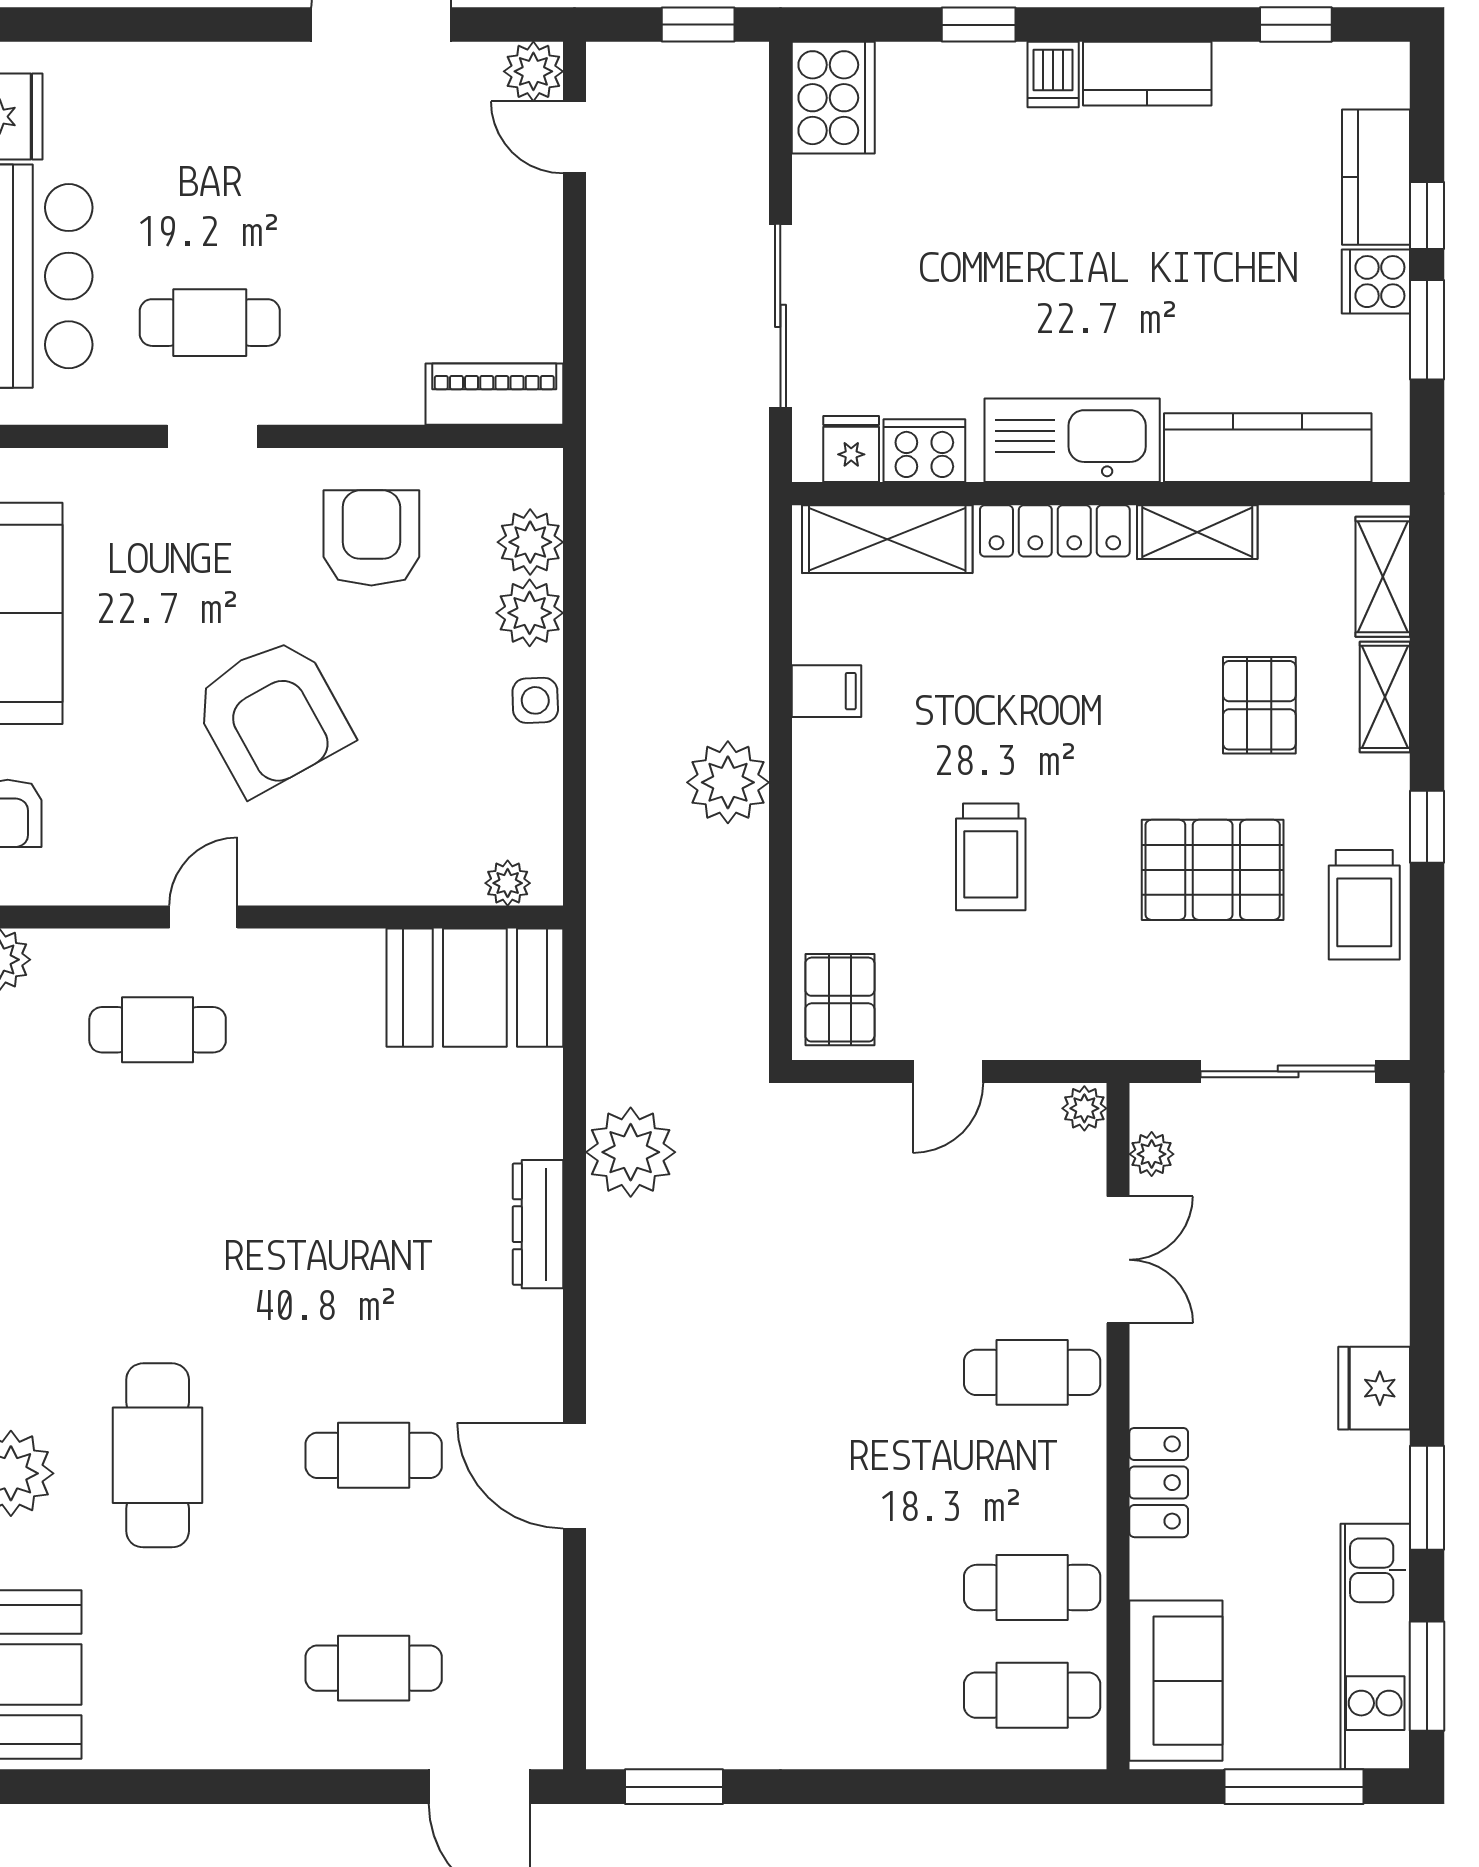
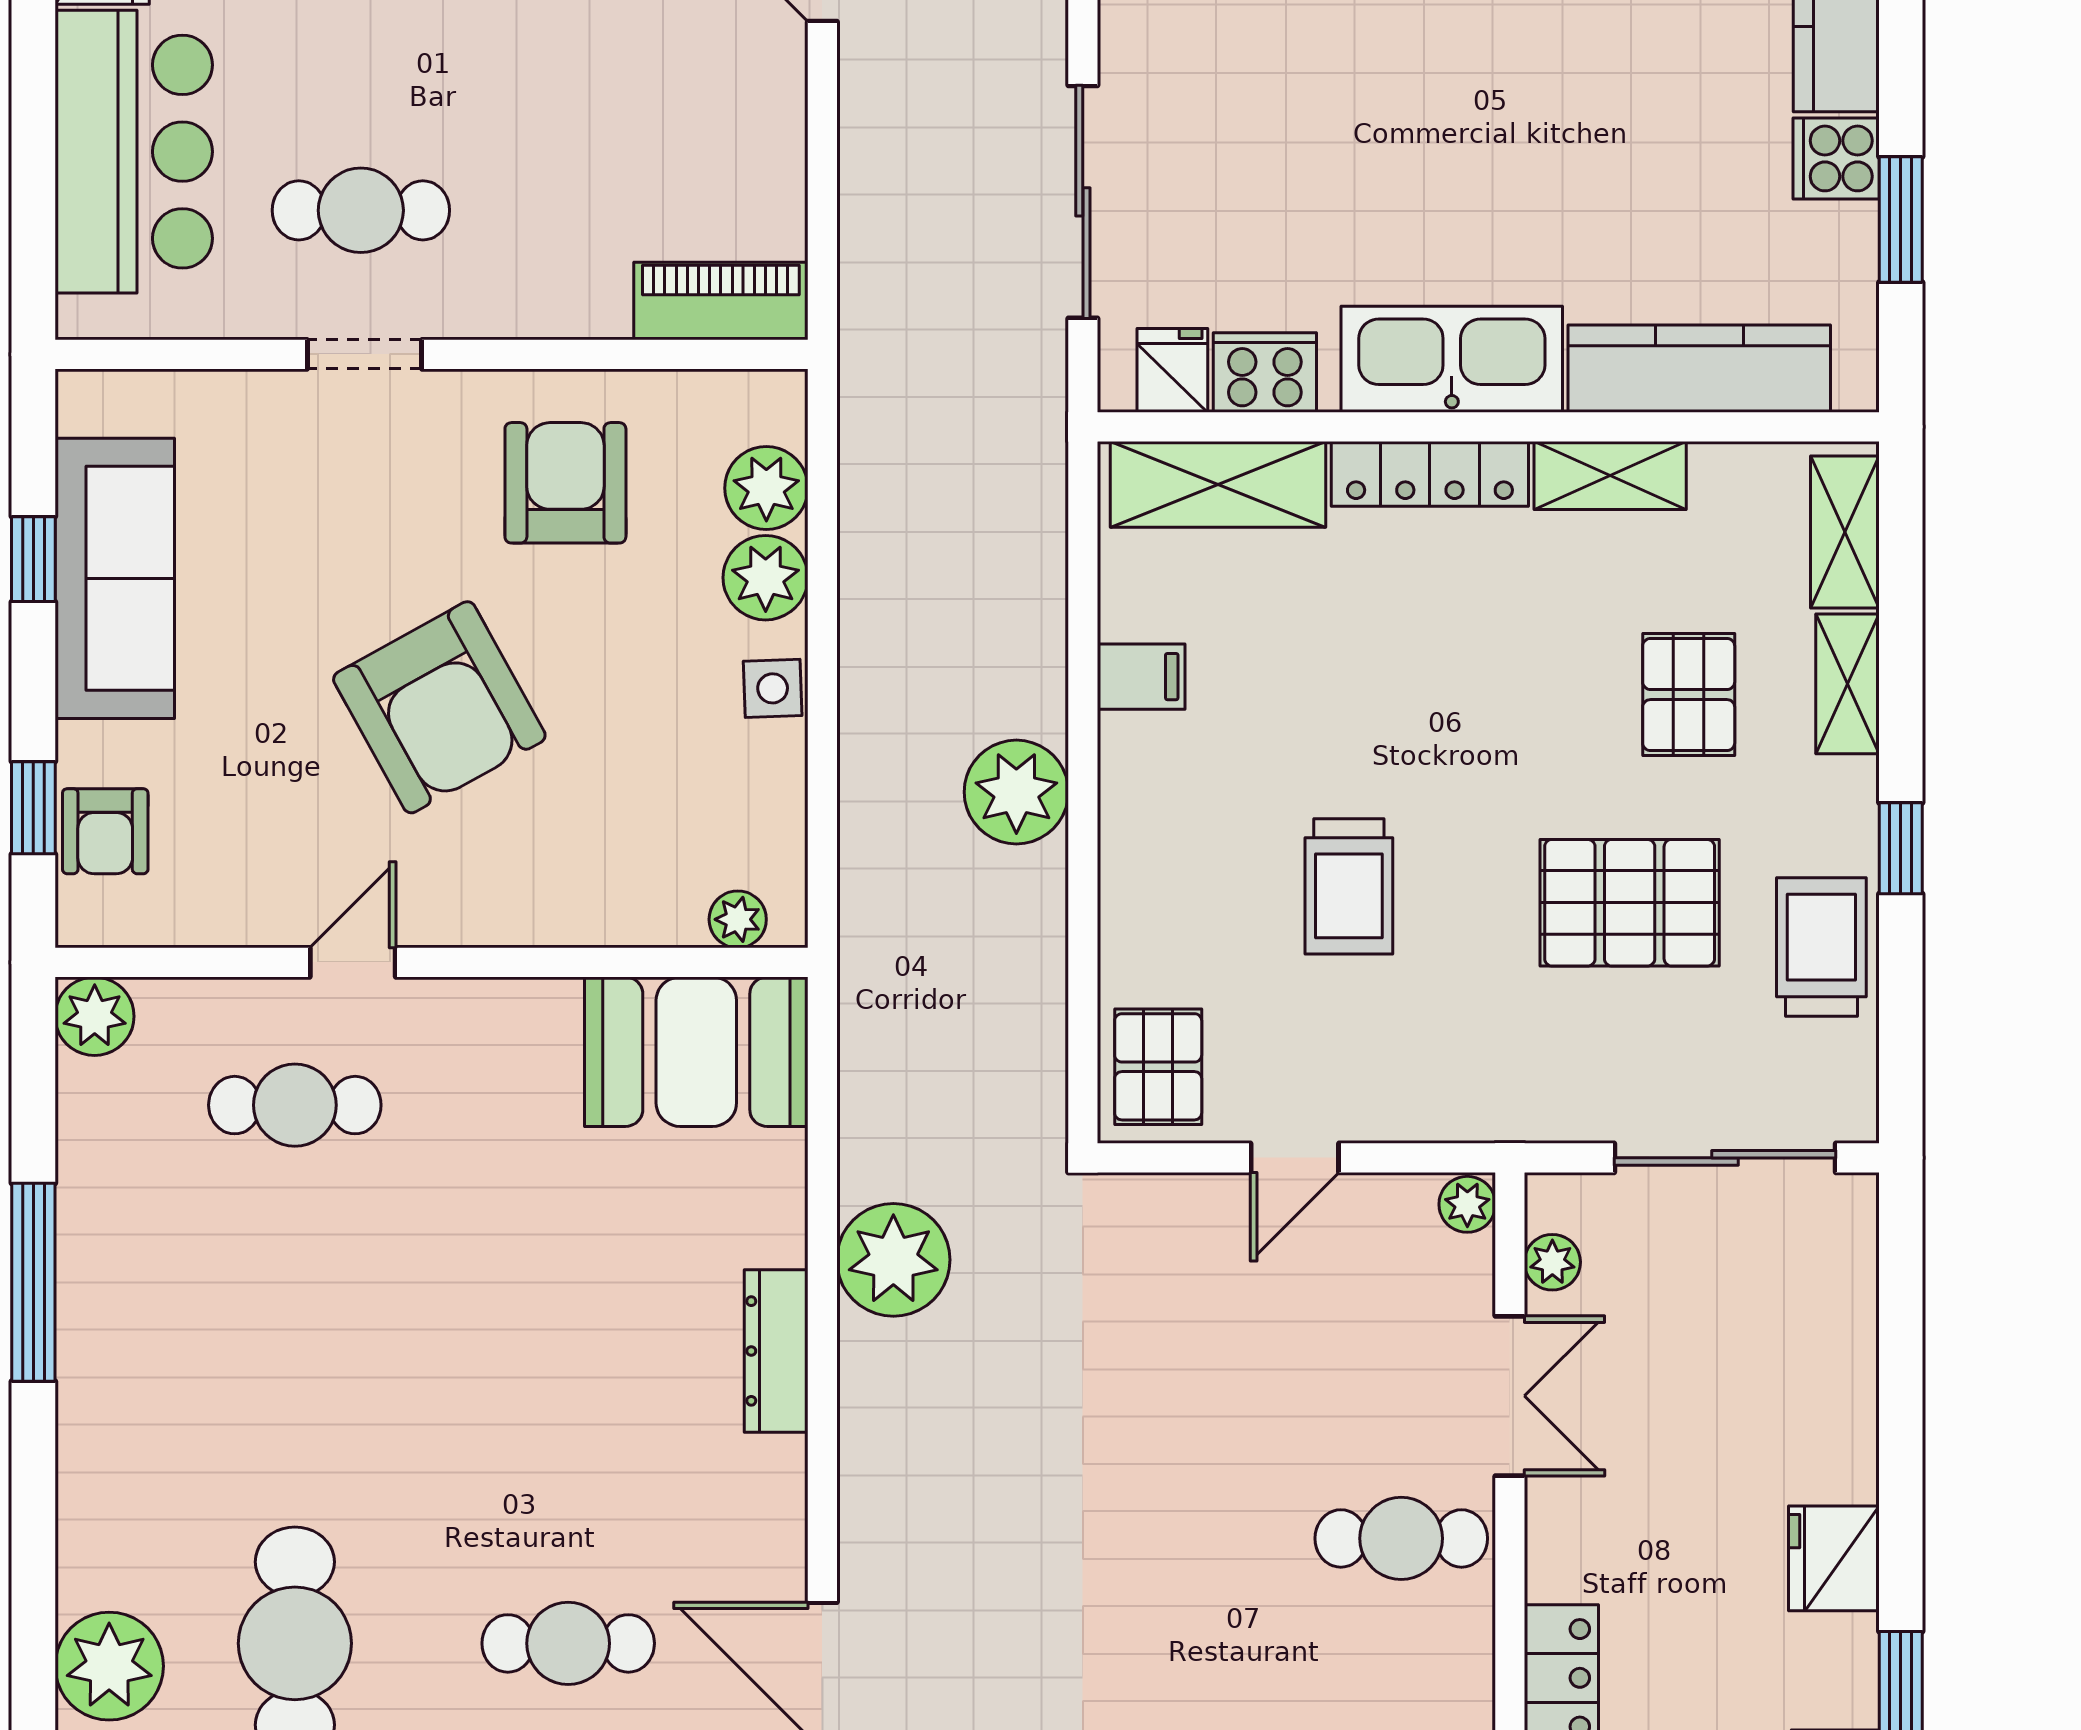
window: (1427, 216) -> (1901, 75), removed
trolley: (1364, 905) -> (1821, 947), turned 180

